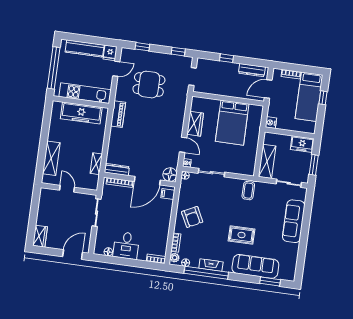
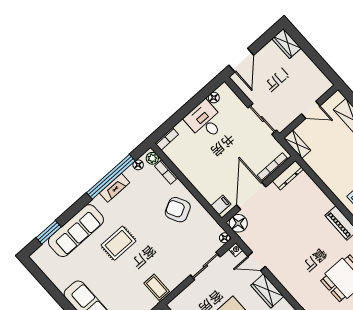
shelving: (96, 164) -> (297, 144), moved

